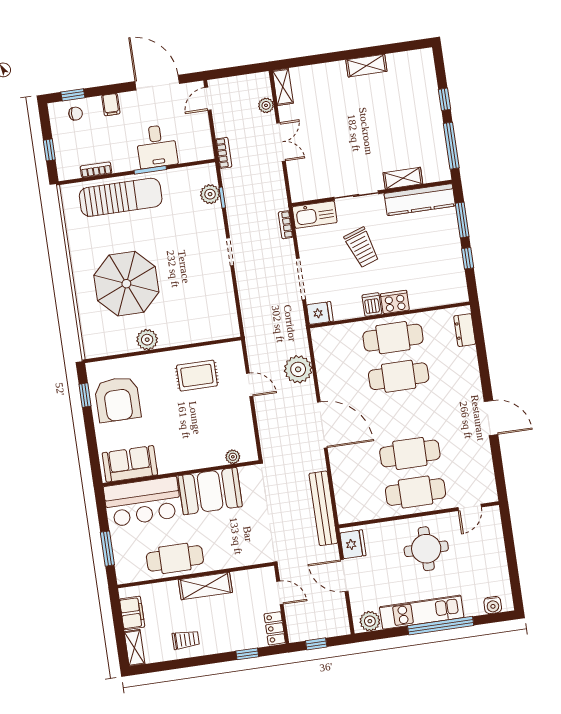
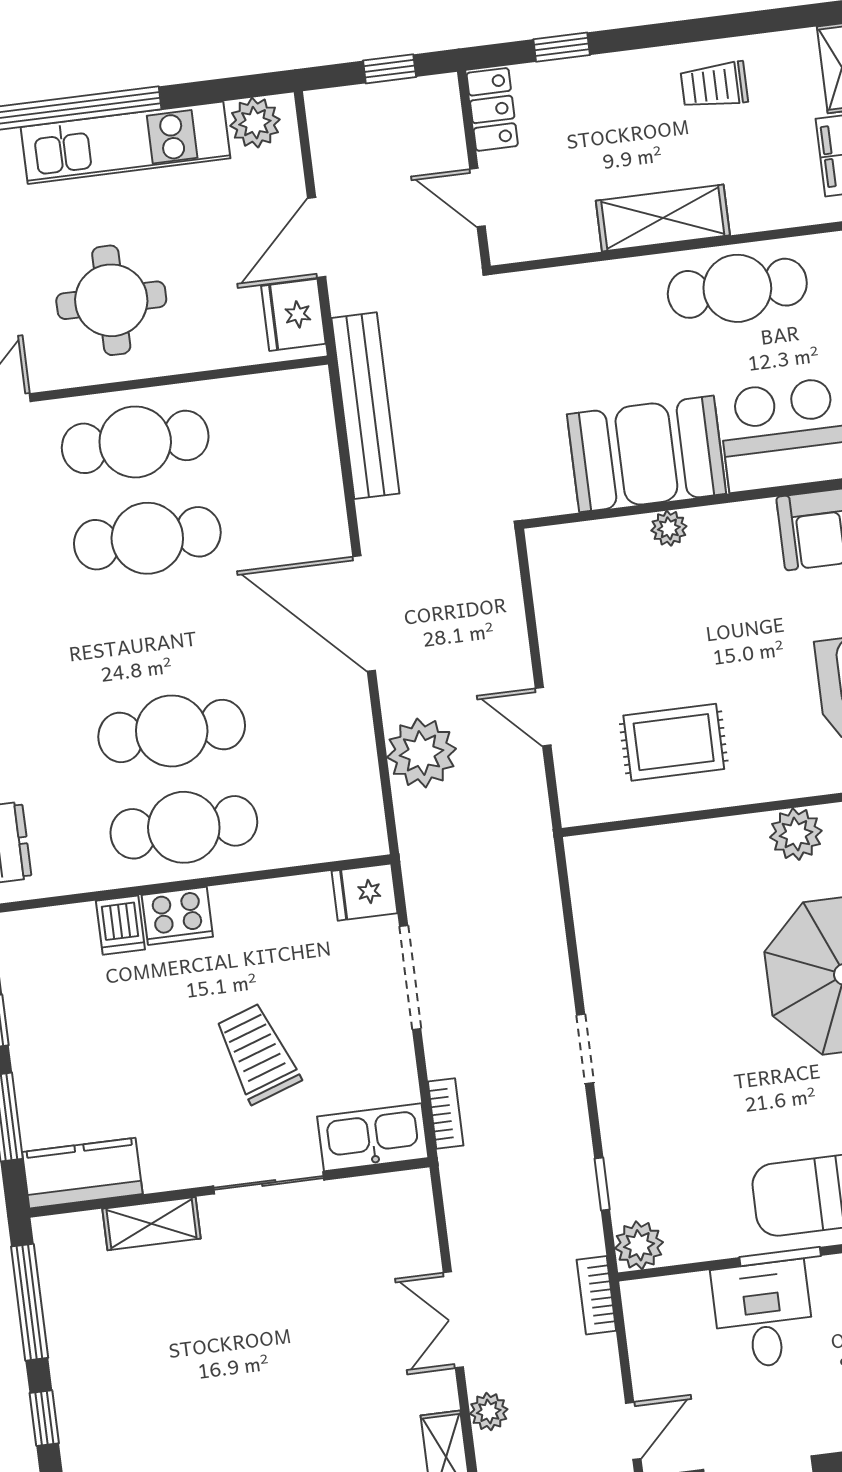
plant: (210, 194) -> (639, 1245), moved
kitchen counter: (420, 200) -> (82, 1173), width x0.67
dishwasher: (372, 305) -> (120, 925), moved
plant: (233, 457) -> (669, 528), moved
door: (344, 576) -> (317, 238), swing flipped

